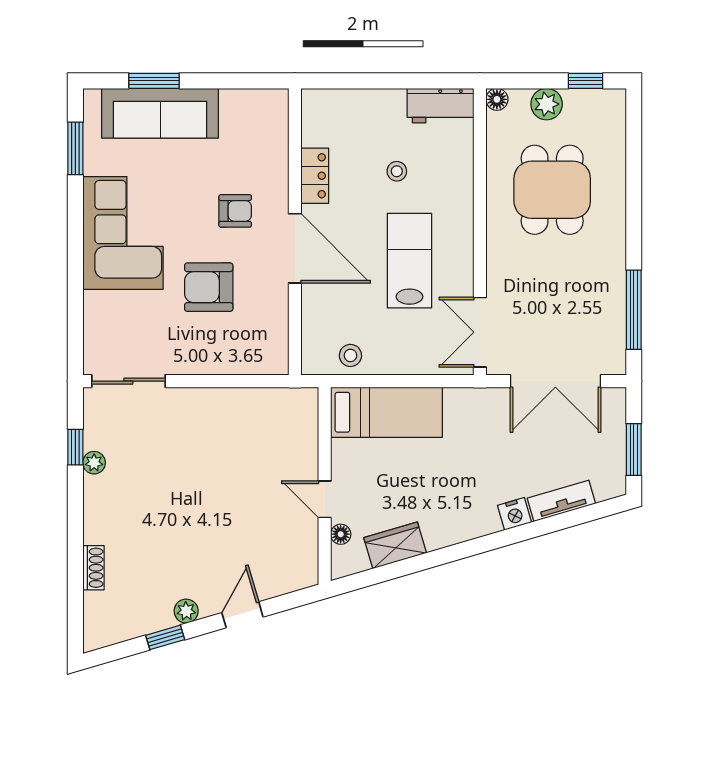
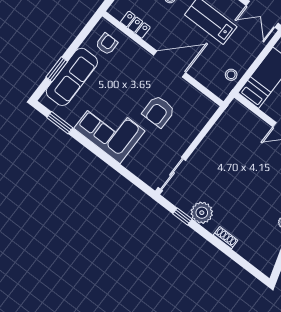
locker: (315, 176) -> (135, 25), moved
armchair: (235, 211) -> (107, 44), moved
plant: (94, 463) -> (202, 213), width x1.88, depth x1.88
shoe rack: (93, 568) -> (226, 238), moved

